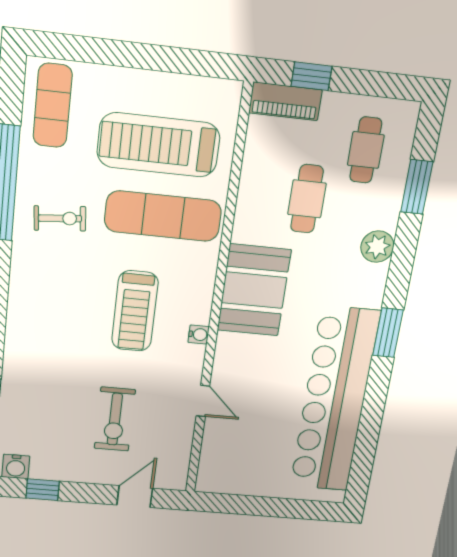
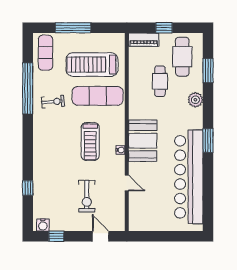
window: (124, 54) -> (73, 28), added
window: (311, 76) -> (164, 28), moved
cafe table: (366, 150) -> (182, 57), width x1.37, depth x1.35
booth: (254, 290) -> (143, 141), moved
door: (135, 497) -> (101, 236), hinge flipped

